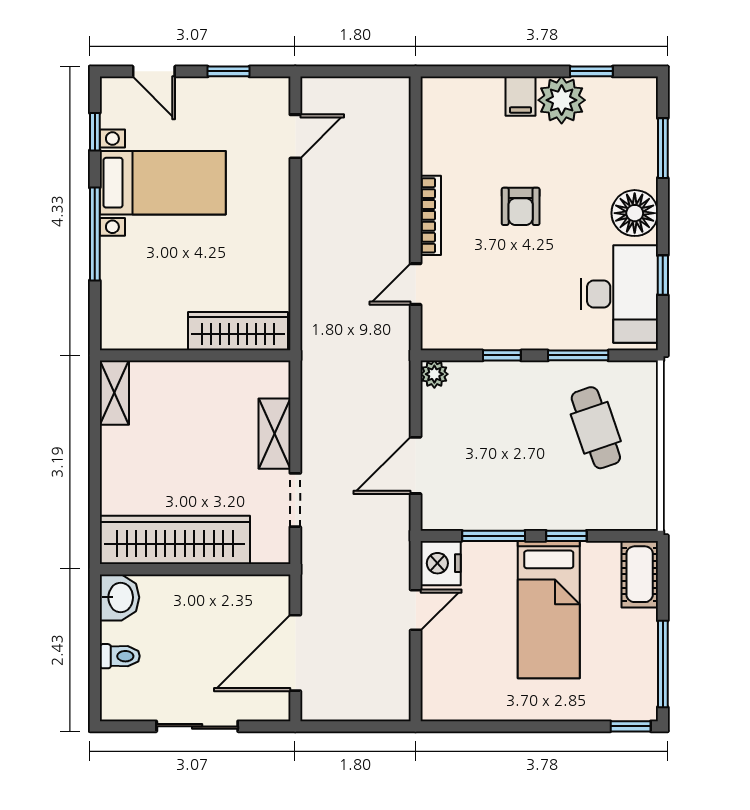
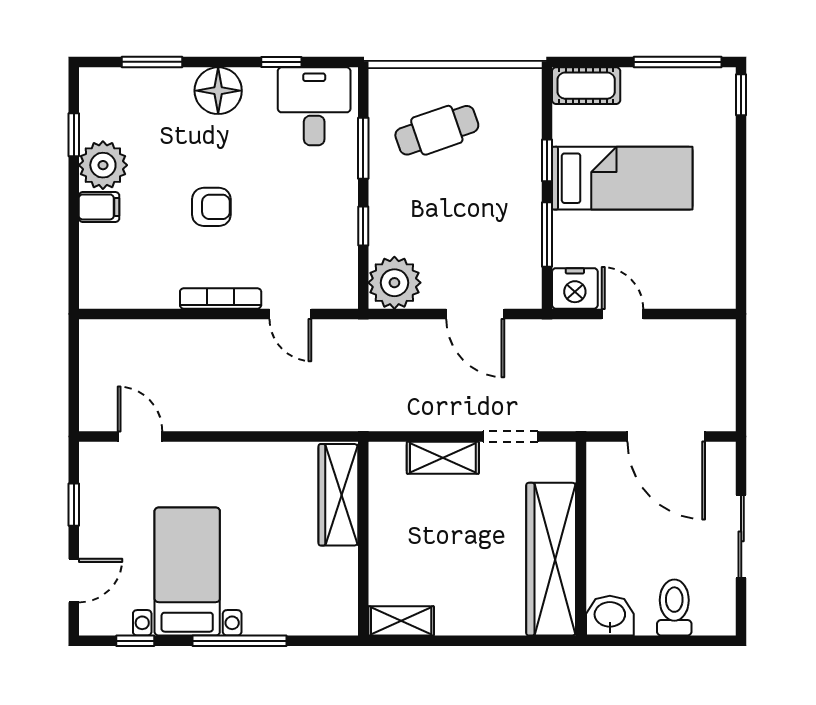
desk: (619, 294) -> (314, 106), width x0.73
plant: (434, 374) -> (394, 283), width x1.87, depth x1.87
toilet: (120, 656) -> (674, 607), width x1.37, depth x1.39

